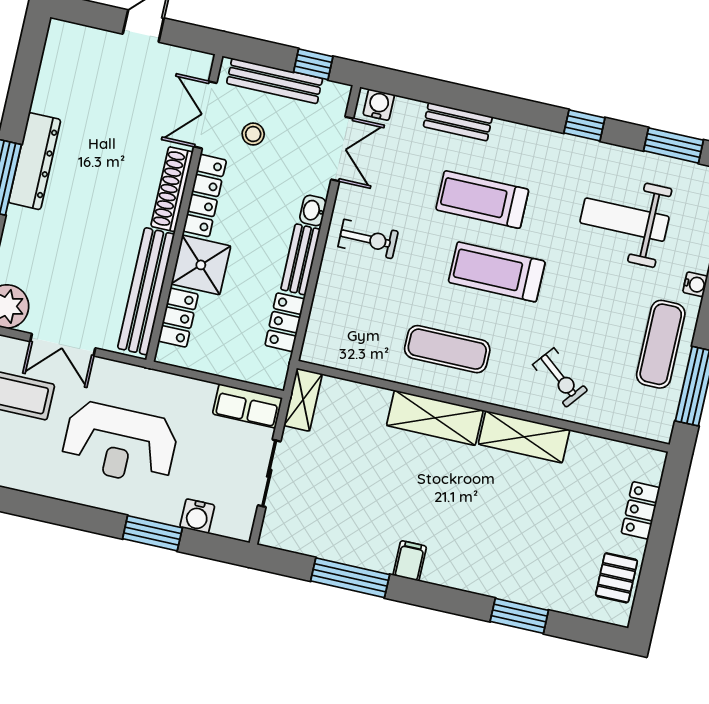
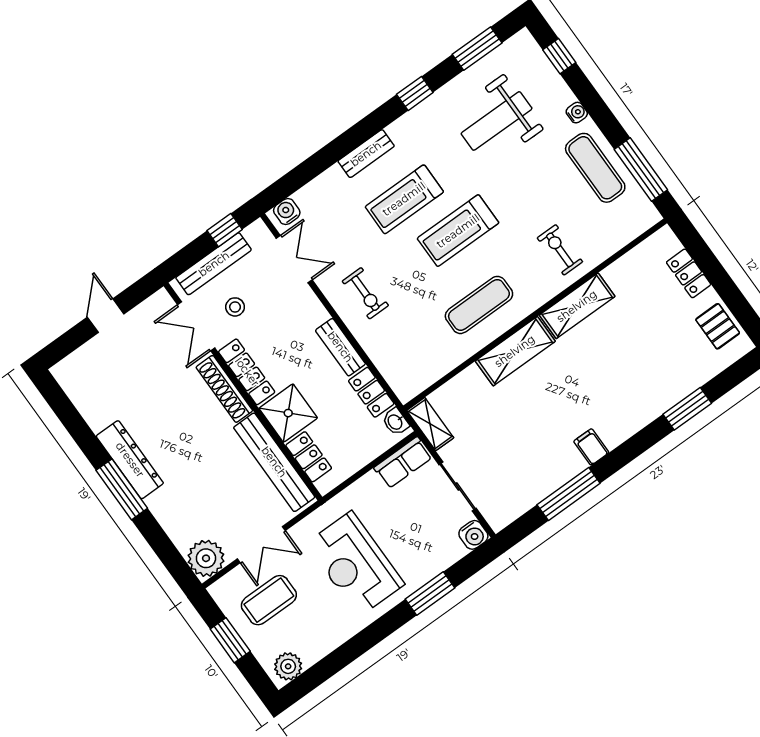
bench: (458, 122) -> (366, 154), moved
washbasin: (313, 211) -> (395, 422), moved
exercise bike: (368, 239) -> (365, 293), turned 90
exercise bike: (560, 378) -> (560, 250), turned -129
reception desk: (120, 443) -> (355, 564), turned 90
water cooler: (197, 516) -> (473, 535), moved

